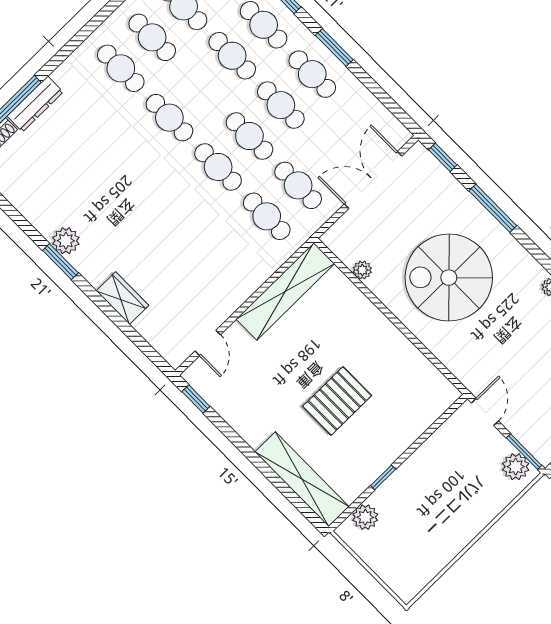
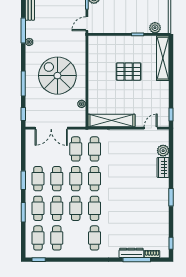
cafe table: (152, 37) -> (76, 208), moved
plant: (66, 241) -> (163, 151), moved
spiral stairs: (449, 278) -> (57, 76), turned 180

